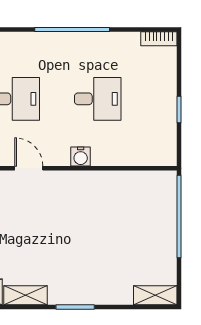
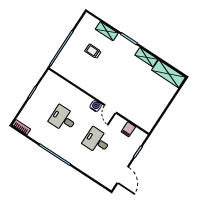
water cooler: (81, 157) -> (96, 106), moved
trolley: (122, 246) -> (93, 51), added
shelving: (155, 295) -> (107, 31), moved

